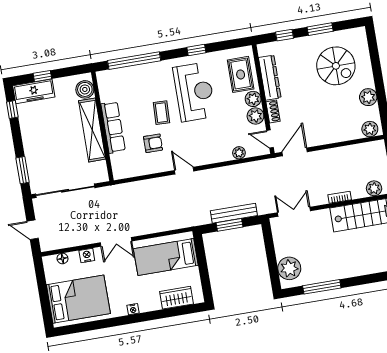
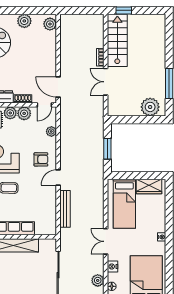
armchair: (153, 143) -> (41, 159), moved, turned 90
plant: (374, 188) -> (98, 280), moved
double door: (294, 212) -> (106, 82), moved
bench: (234, 213) -> (65, 209), moved
double door: (116, 242) -> (106, 241), swing flipped
wardrobe: (177, 298) -> (149, 186), moved, turned -90

